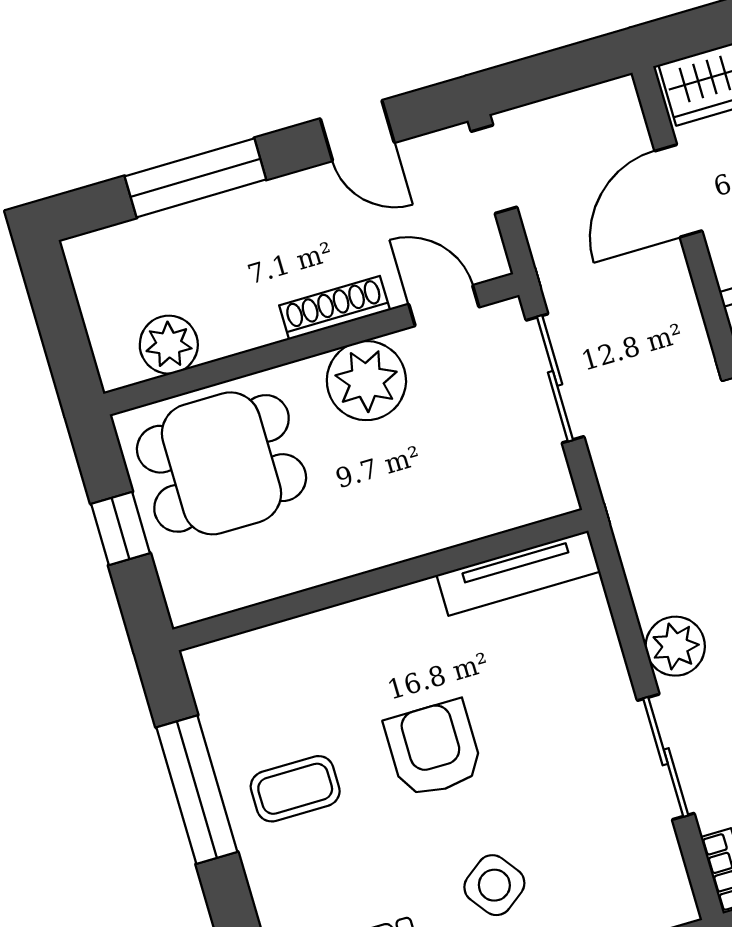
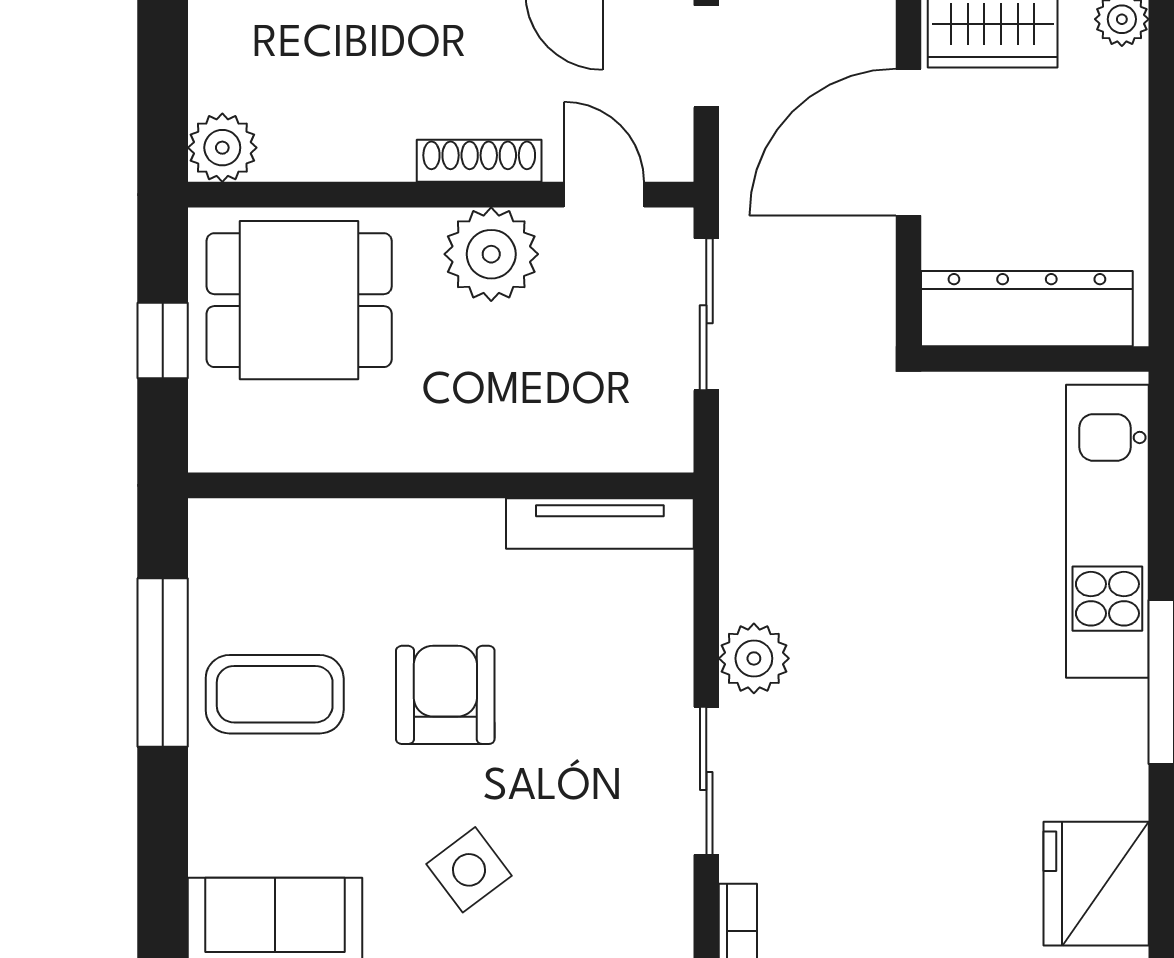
door: (678, 191) -> (909, 142), width x1.36
plant: (169, 345) -> (222, 148), moved
coffee table: (295, 789) -> (275, 694), width x1.36, depth x1.30

